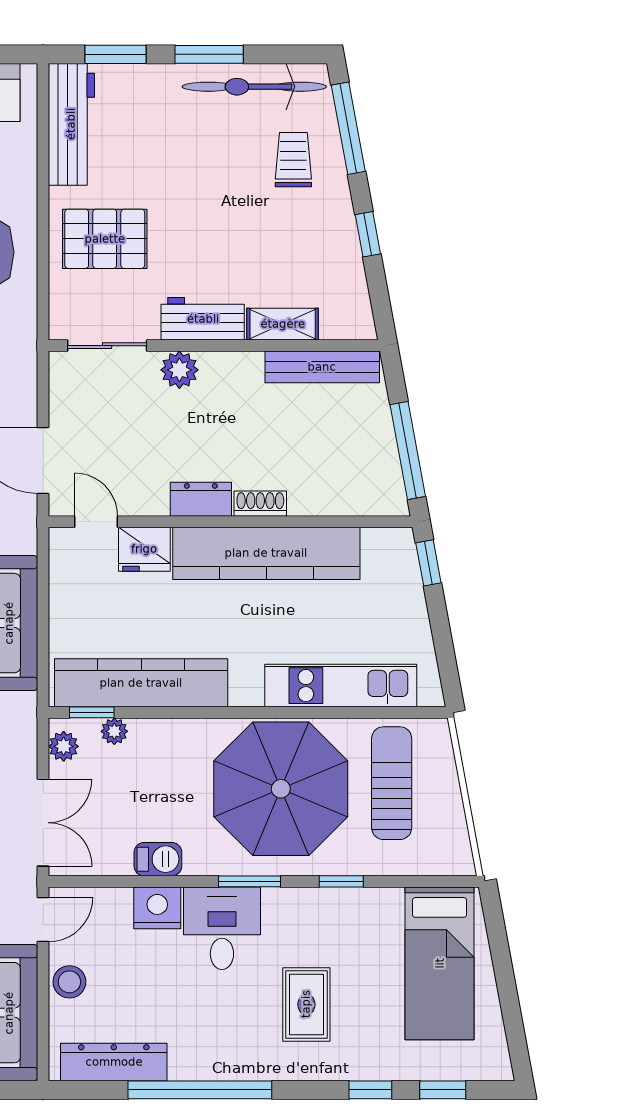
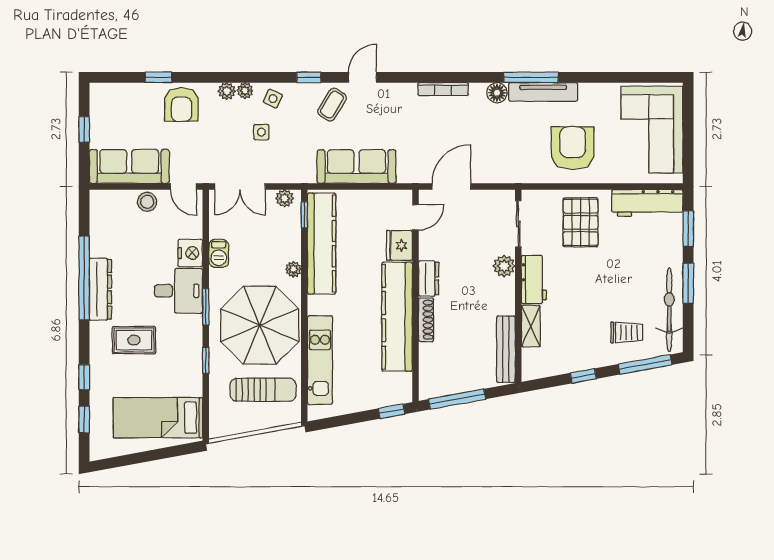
shoe rack: (260, 504) -> (426, 320), width x1.43
plant: (114, 731) -> (293, 269), moved
dresser: (114, 1062) -> (100, 289), moved

